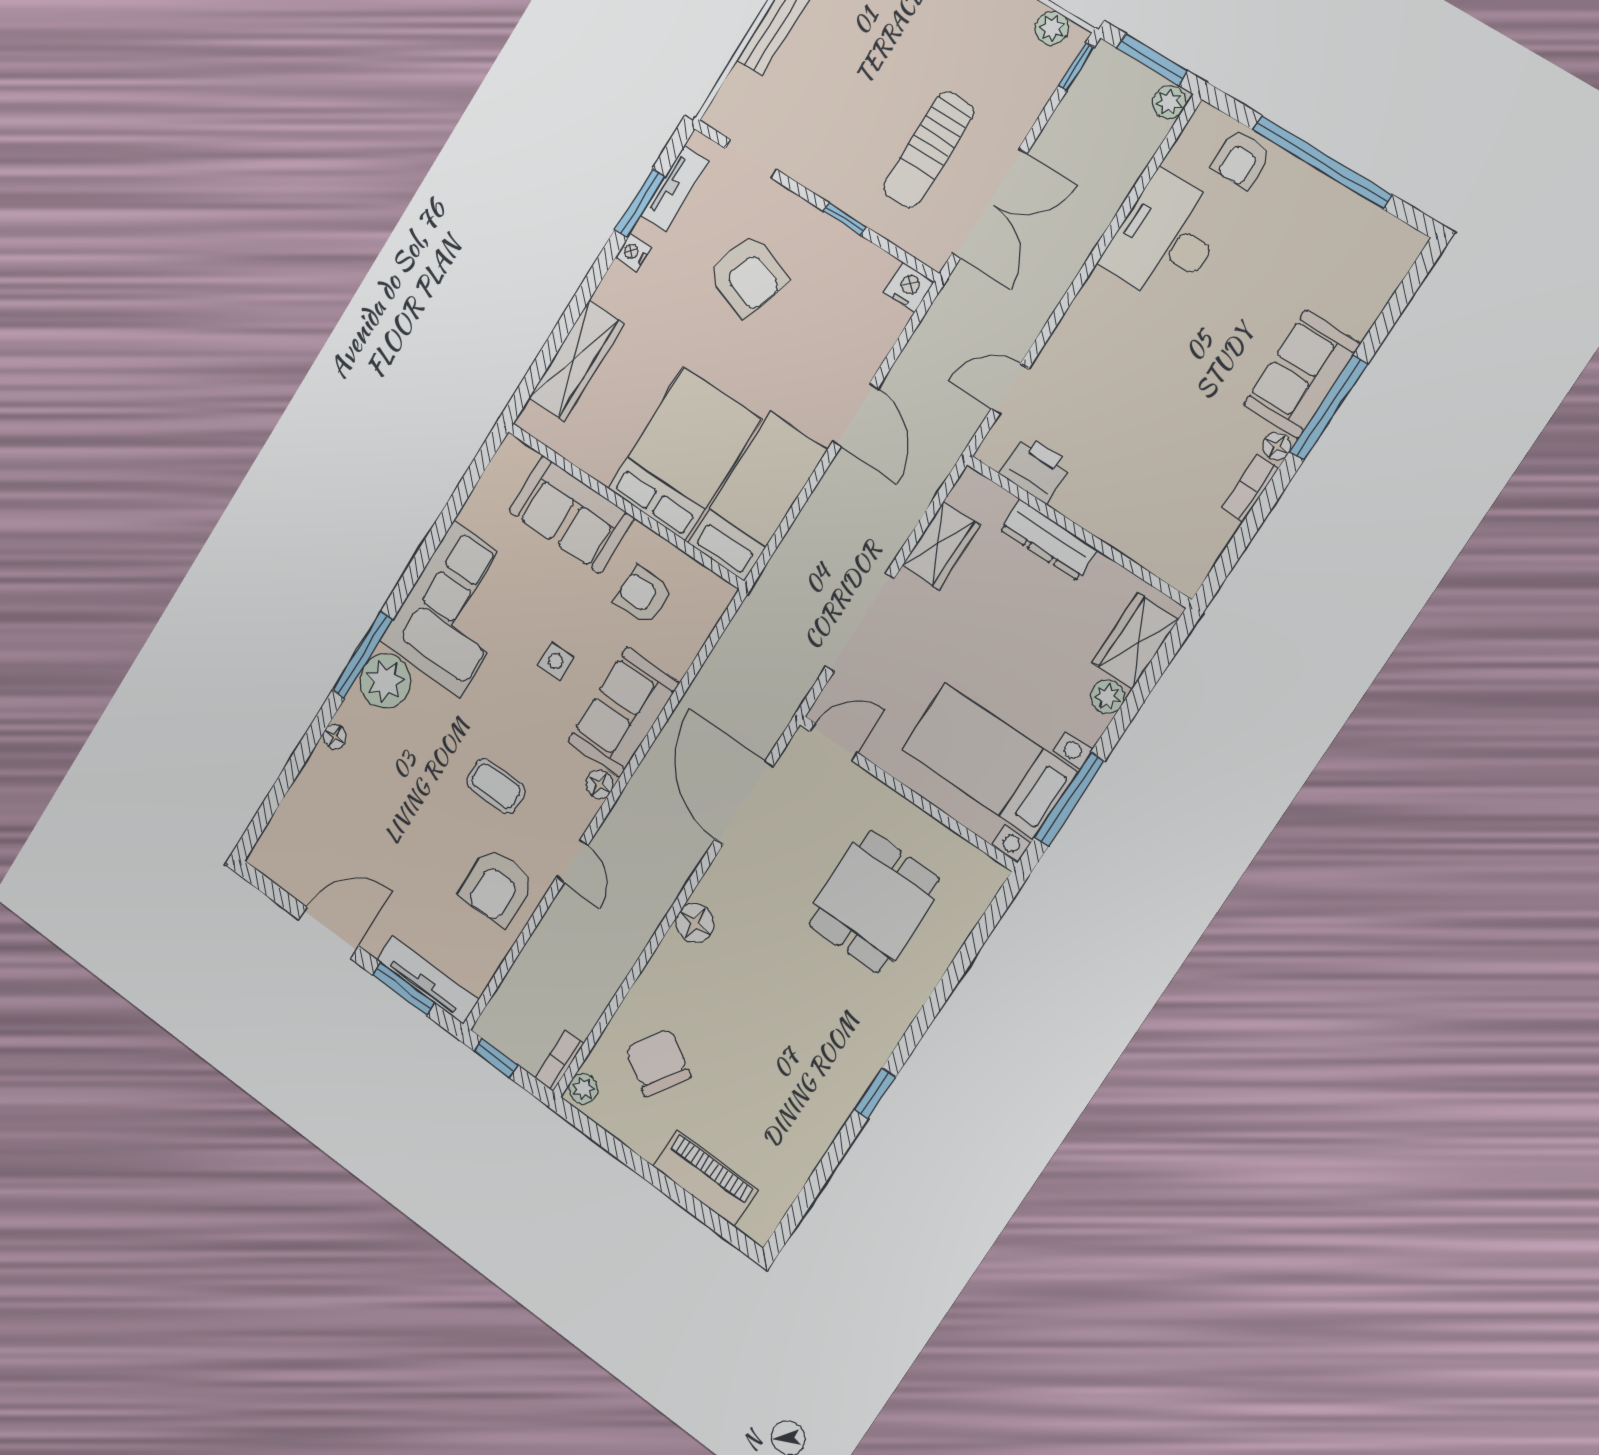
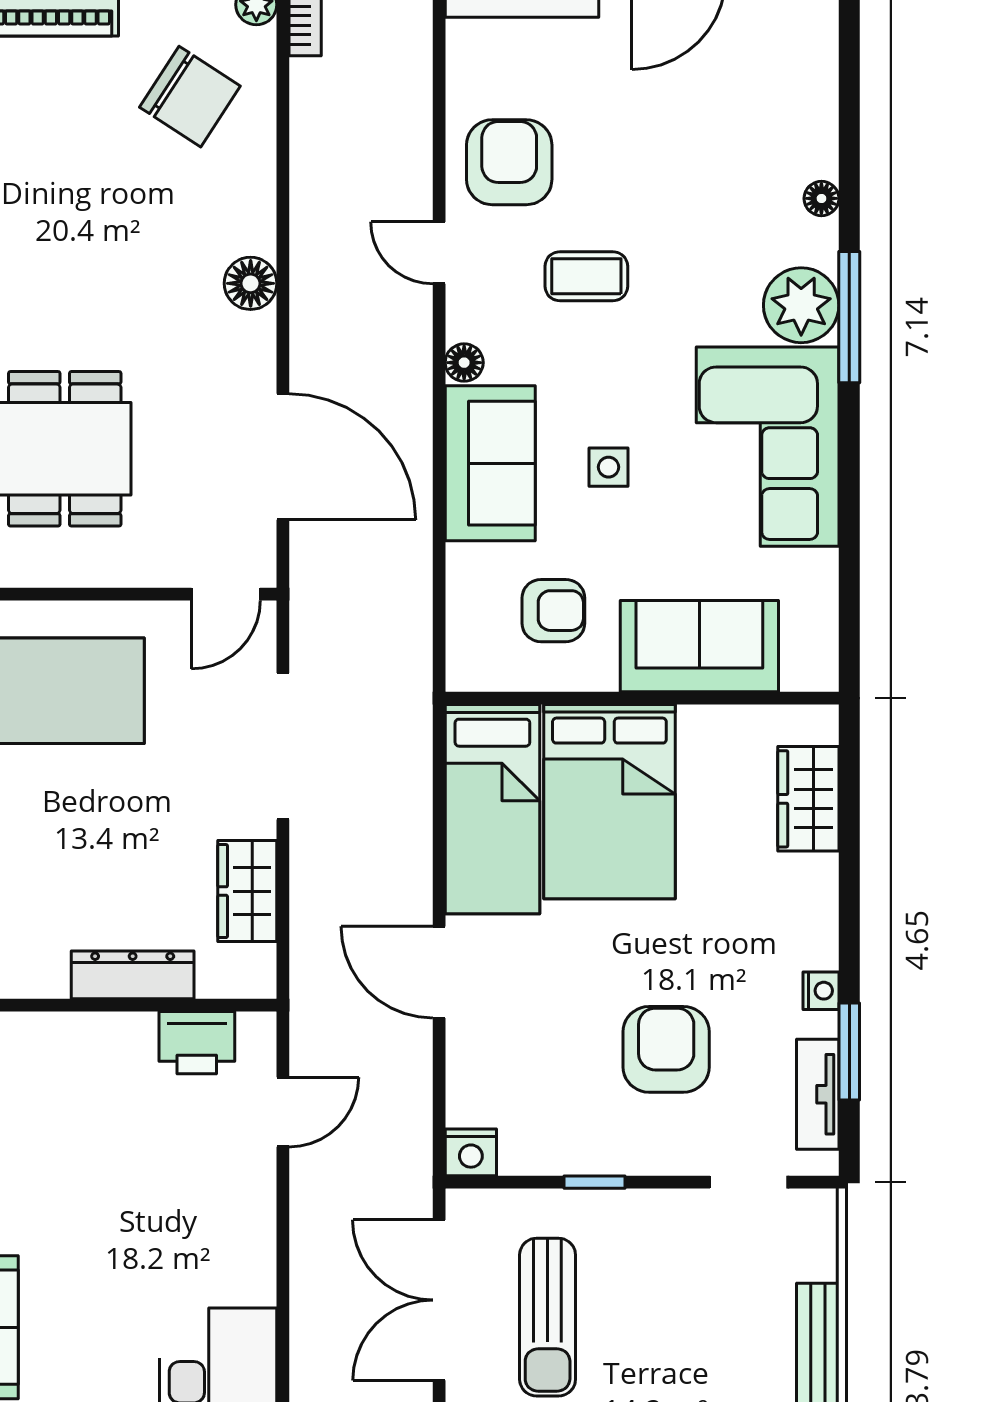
sun lounger: (928, 150) -> (548, 1317), turned 180
armchair: (748, 276) -> (666, 1049), turned 71
wardrobe: (577, 361) -> (808, 799), width x0.67

